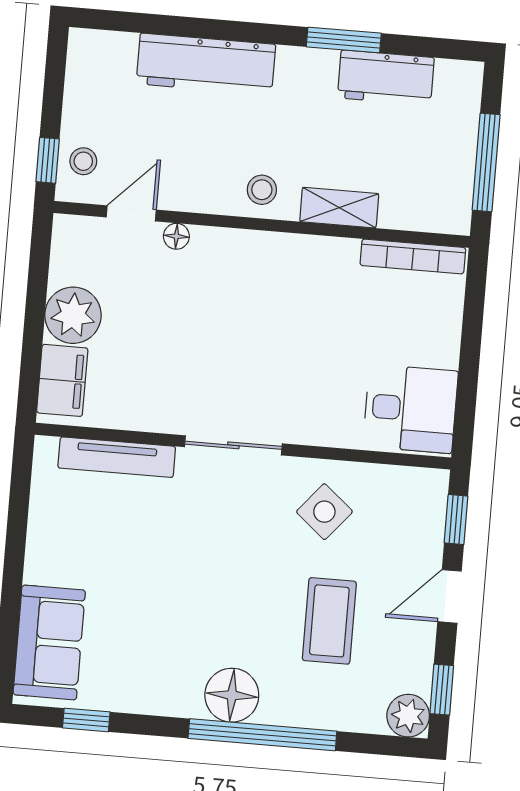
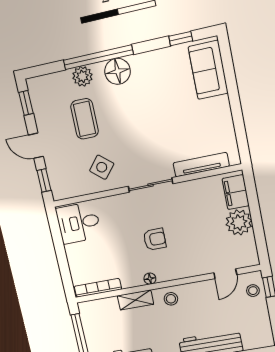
floor lamp: (176, 236) -> (150, 279), moved
armchair: (259, 329) -> (155, 239), added
door: (450, 596) -> (36, 146), swing flipped
plant: (408, 716) -> (82, 76), moved

